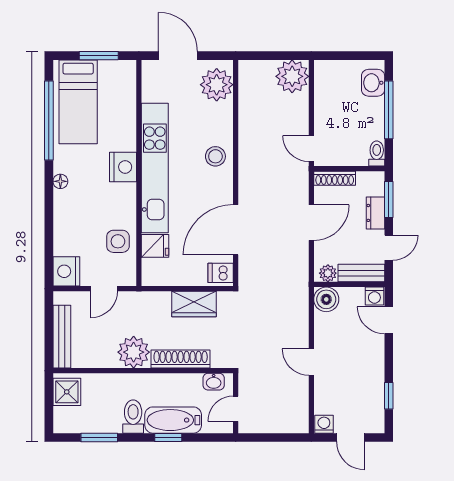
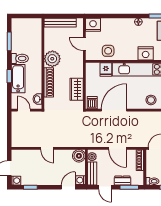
door: (236, 230) -> (114, 110), hinge flipped
door: (311, 362) -> (47, 148), swing flipped
shower: (67, 392) -> (32, 25), removed
washing machine: (324, 424) -> (16, 181), moved

